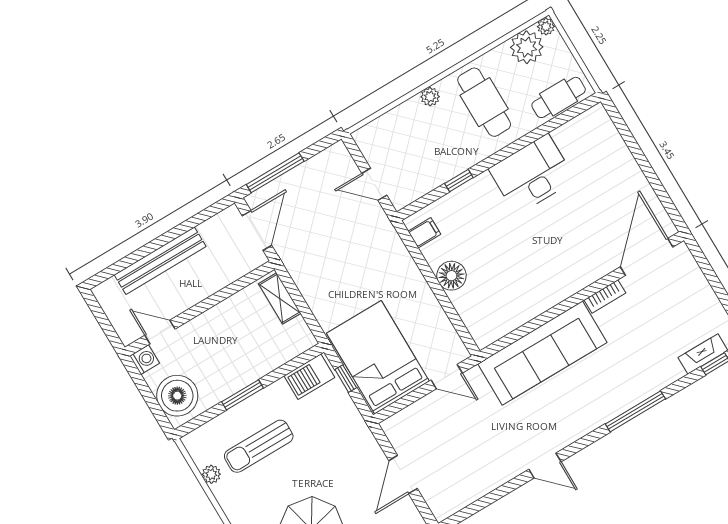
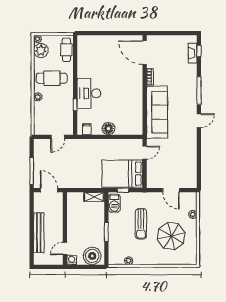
desk: (532, 174) -> (89, 93), moved
shelving: (280, 298) -> (94, 197), moved
sun lounger: (259, 446) -> (141, 224), moved
door: (545, 466) -> (199, 121), moved

